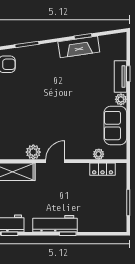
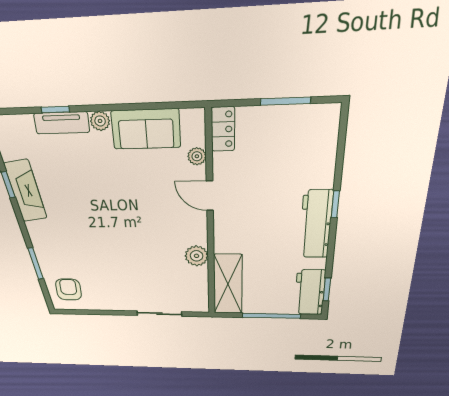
door: (55, 161) -> (210, 196), moved
locker: (103, 169) -> (223, 129), moved

